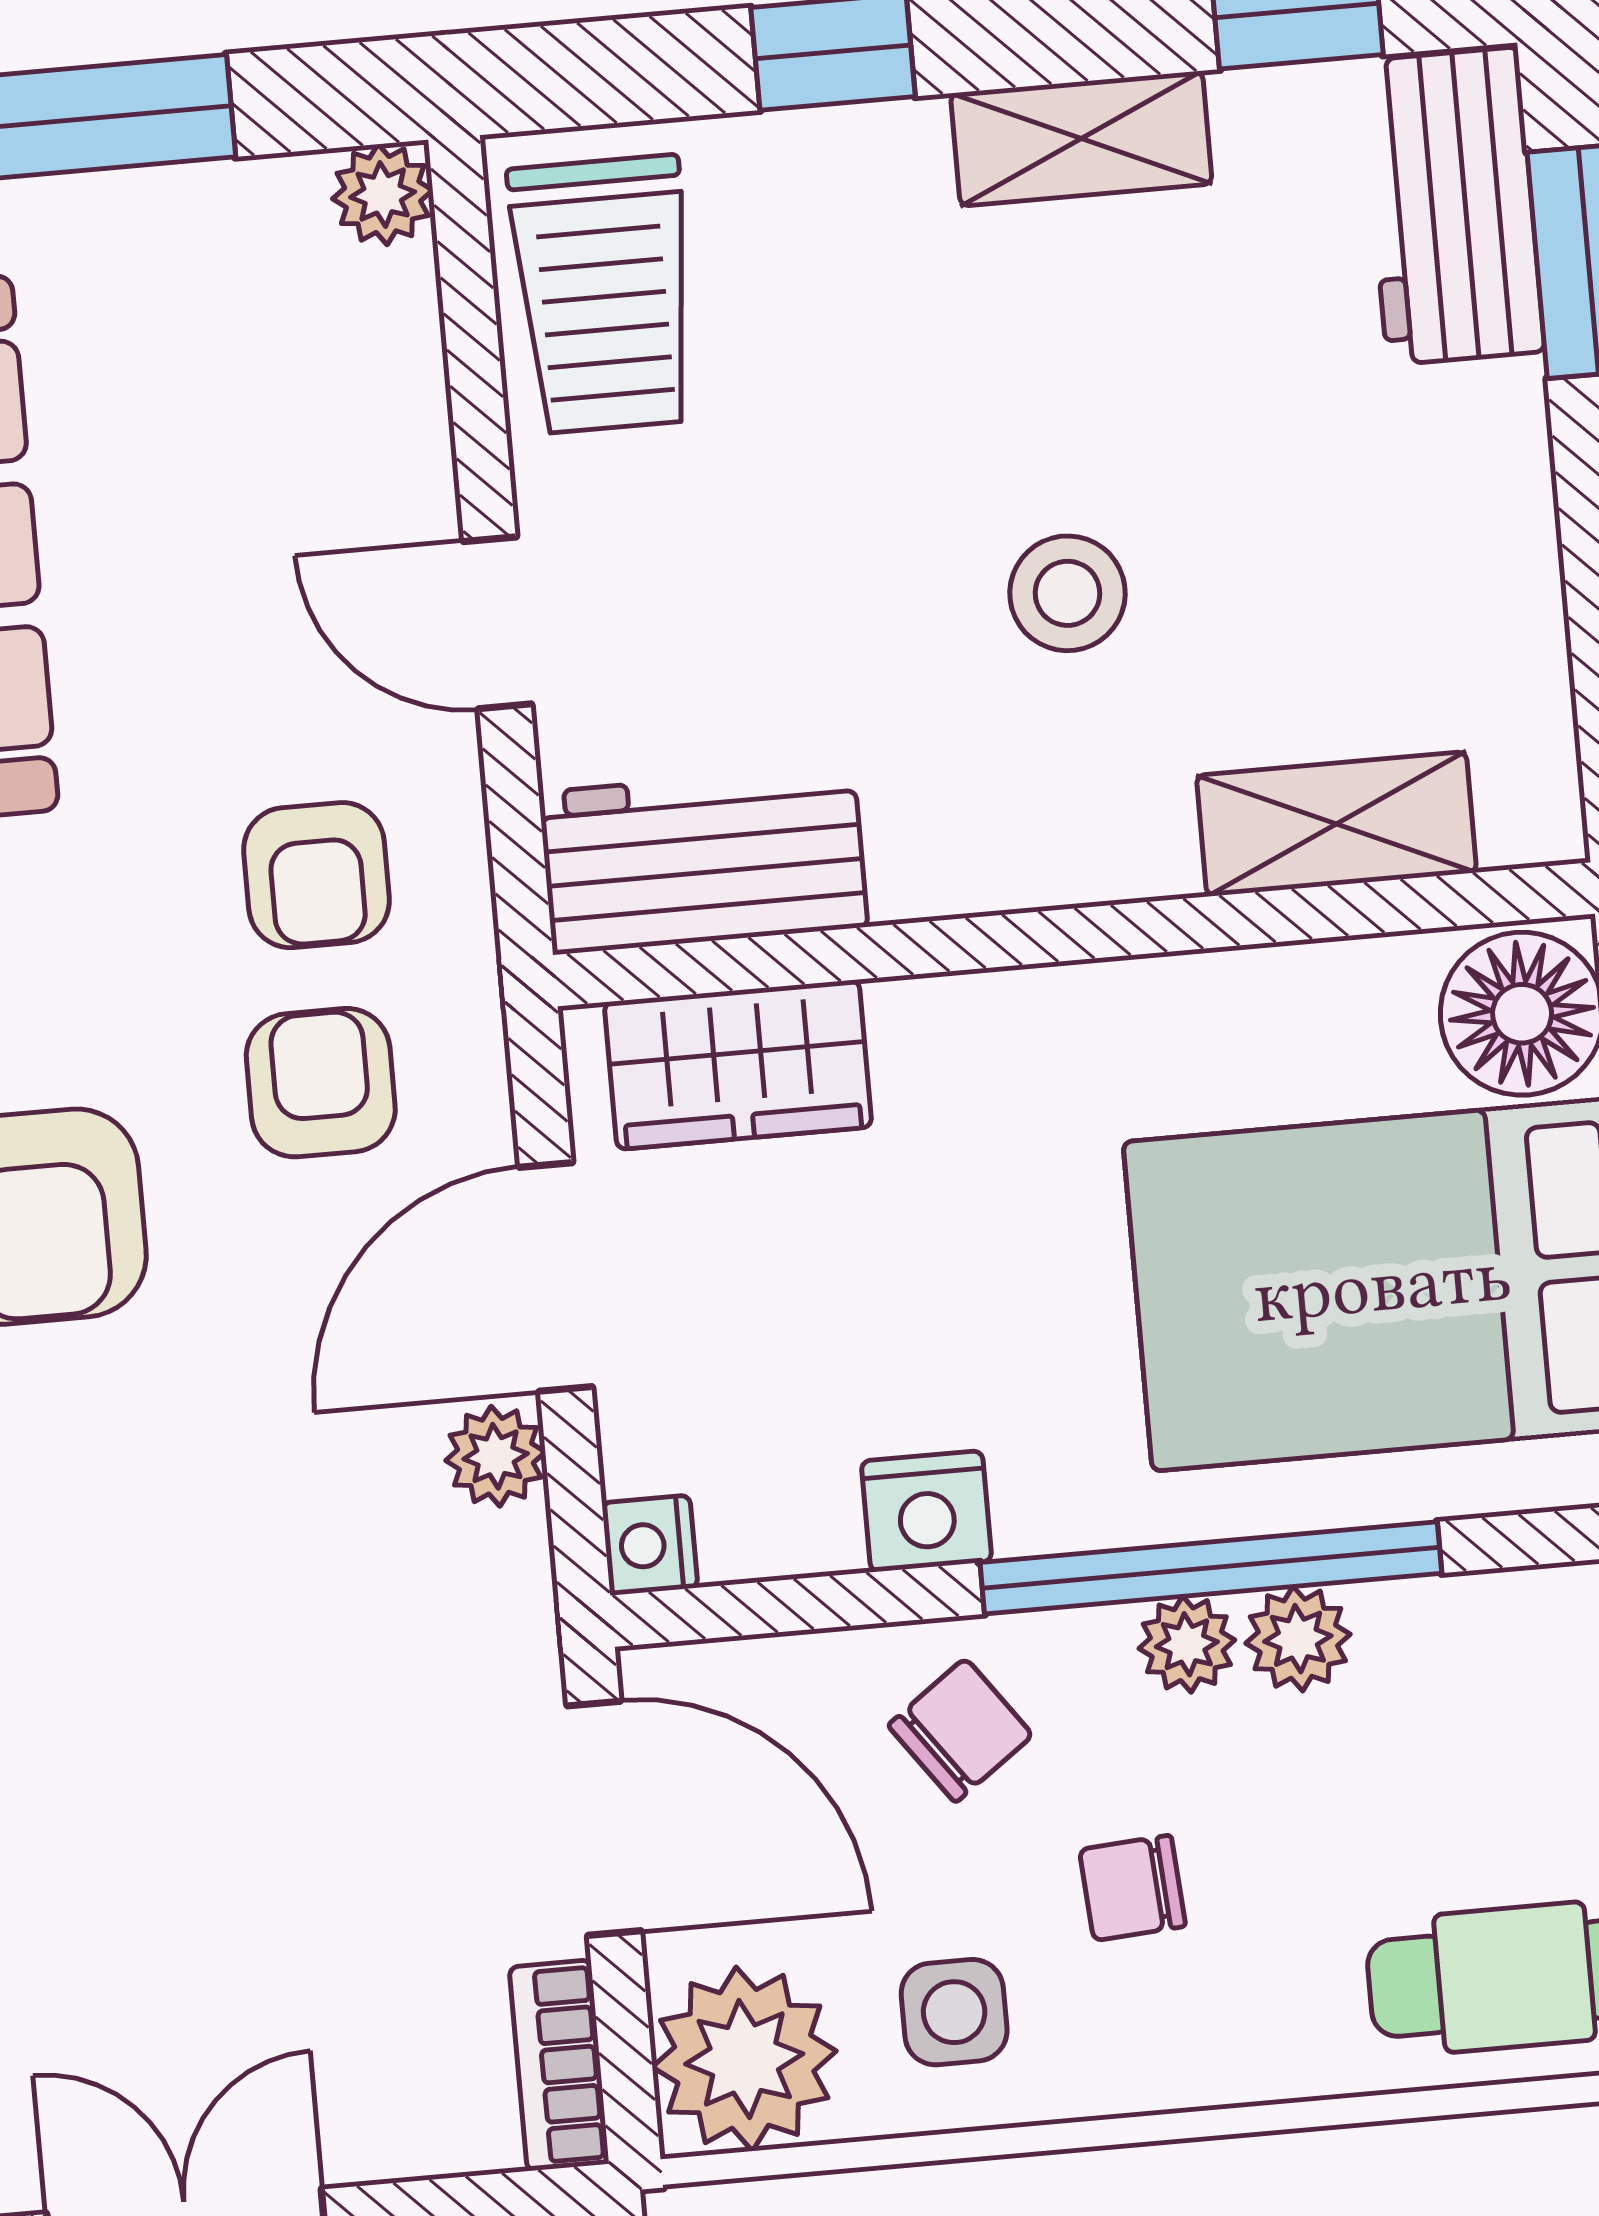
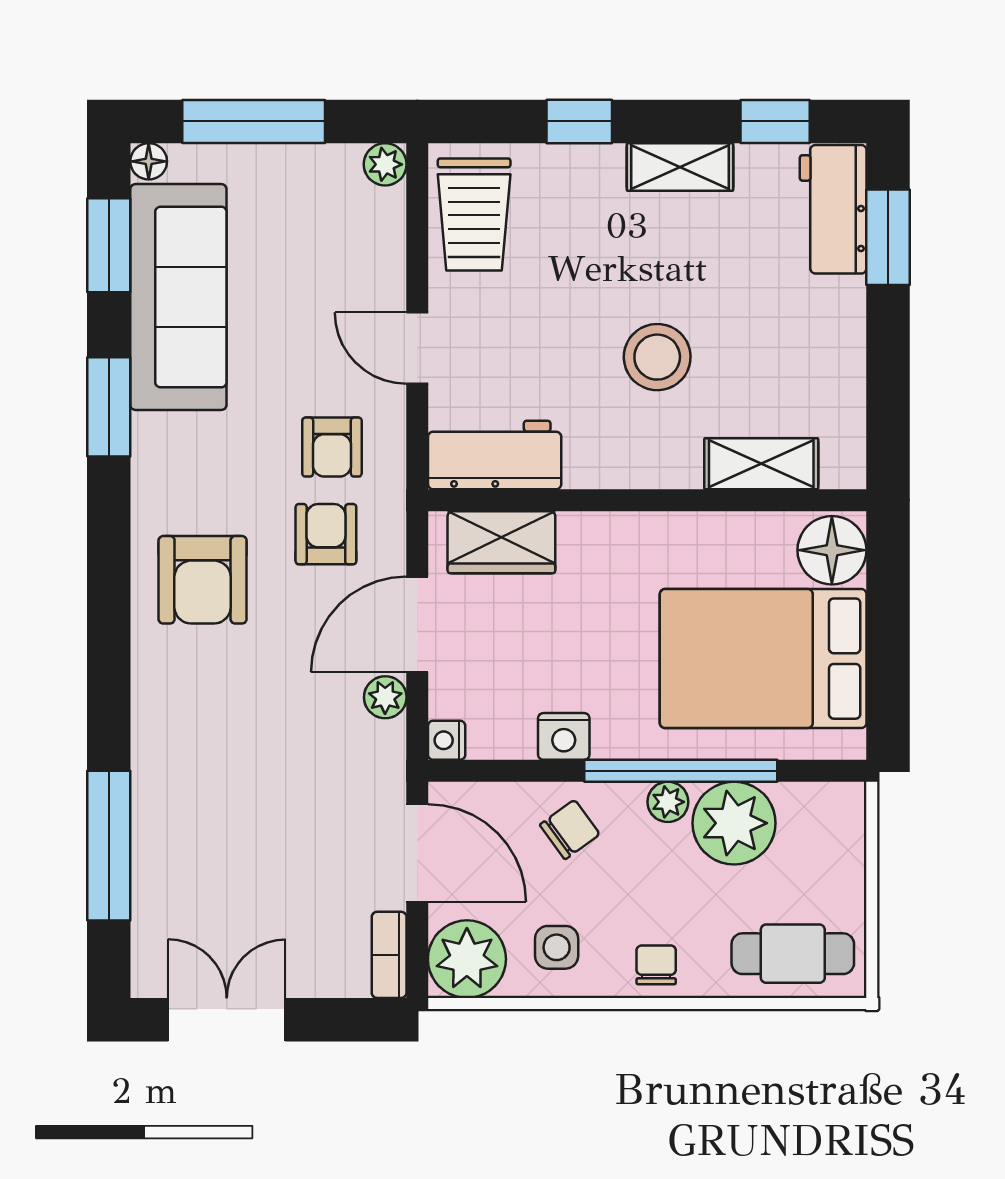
stool: (1067, 593) -> (657, 357), width x1.38, depth x1.38
plant: (1298, 1639) -> (734, 823), width x1.88, depth x1.88
chair: (1132, 1888) -> (656, 965), moved, turned 94

